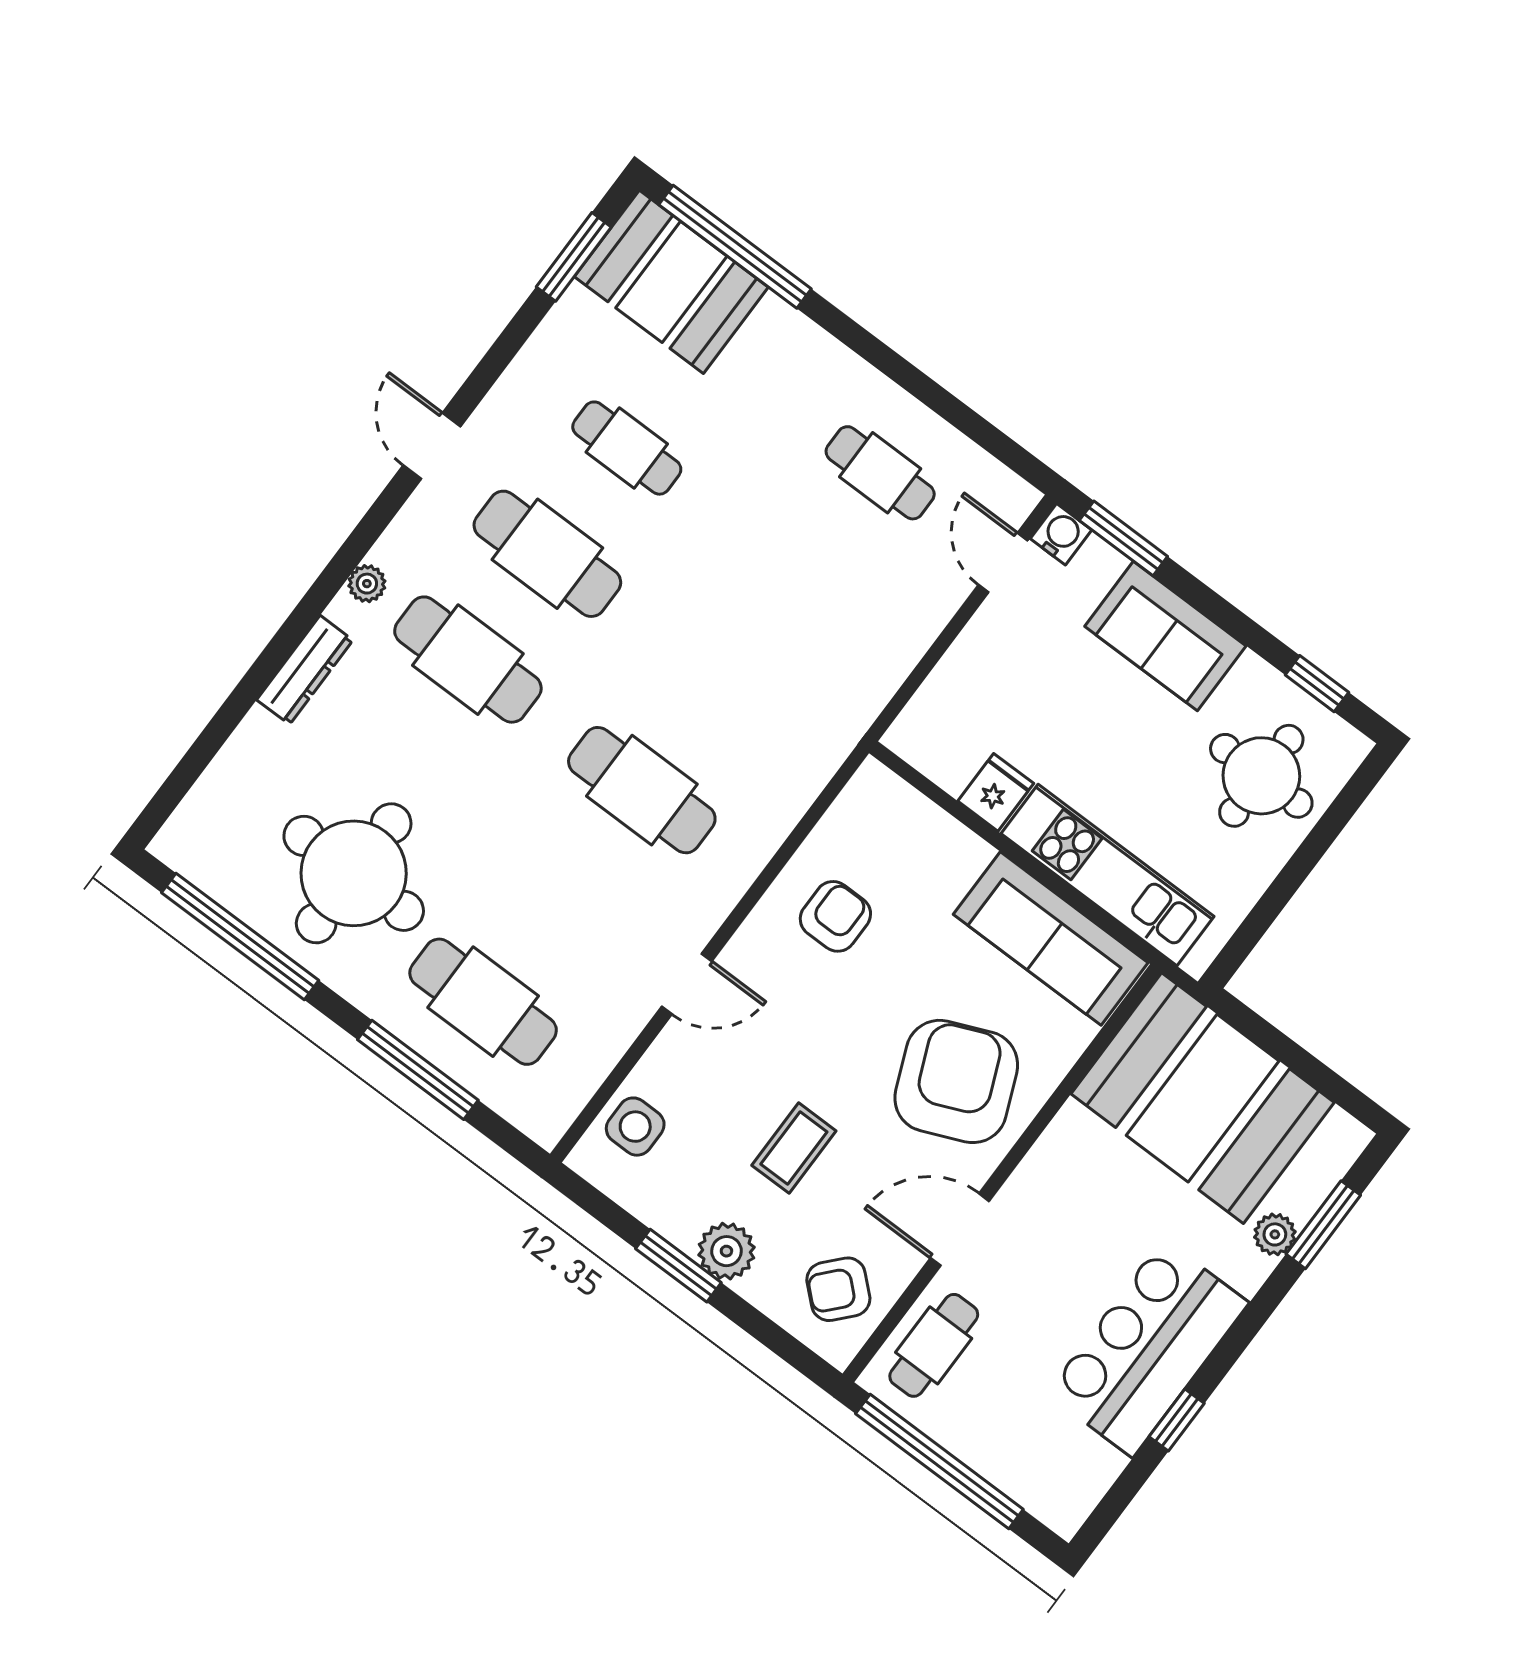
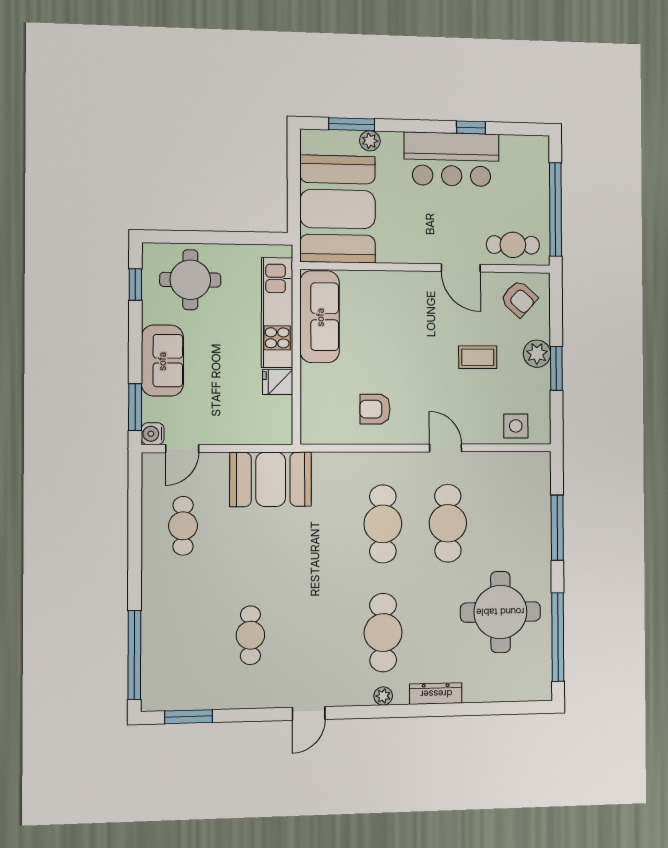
booth: (671, 282) -> (271, 479), moved, turned 90
cafe table: (547, 554) -> (317, 634), removed
cafe table: (483, 1002) -> (448, 523), moved
armchair: (956, 1081) -> (404, 312), removed

